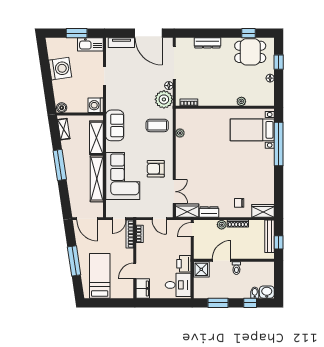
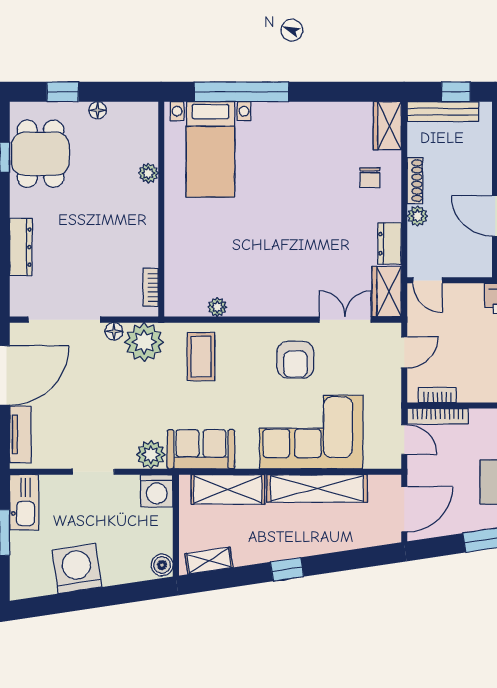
plant: (112, 103) -> (151, 454), added
window: (60, 165) -> (287, 569), width x0.46

